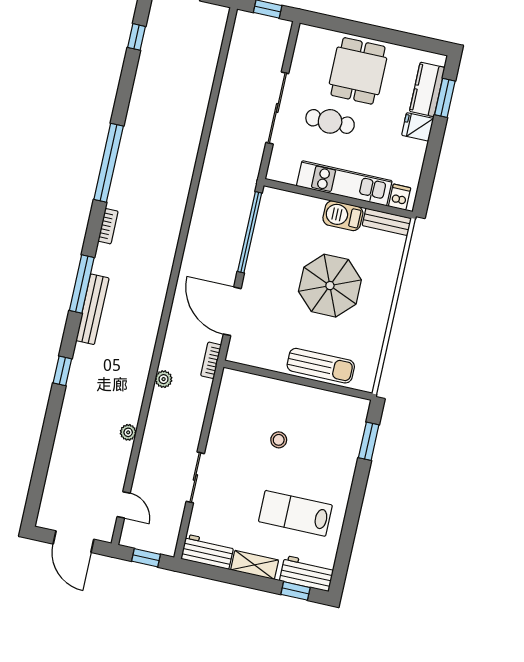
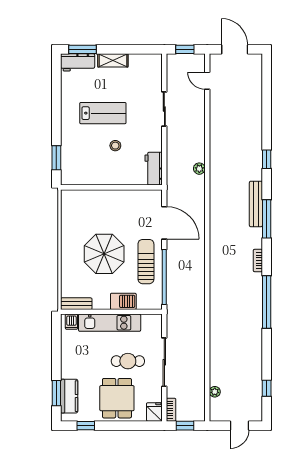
window: (412, 41) -> (86, 426), added
fridge: (418, 127) -> (154, 412), moved, turned -90
barbecue: (343, 216) -> (123, 301), moved
bookcase: (211, 360) -> (171, 410), moved
sun lounger: (321, 366) -> (146, 262), moved, turned 90
plant: (128, 432) -> (215, 392), moved
lab bench: (295, 513) -> (103, 113), moved
workbench: (207, 552) -> (154, 169), moved, turned 90
window: (296, 591) -> (82, 49), width x1.50

